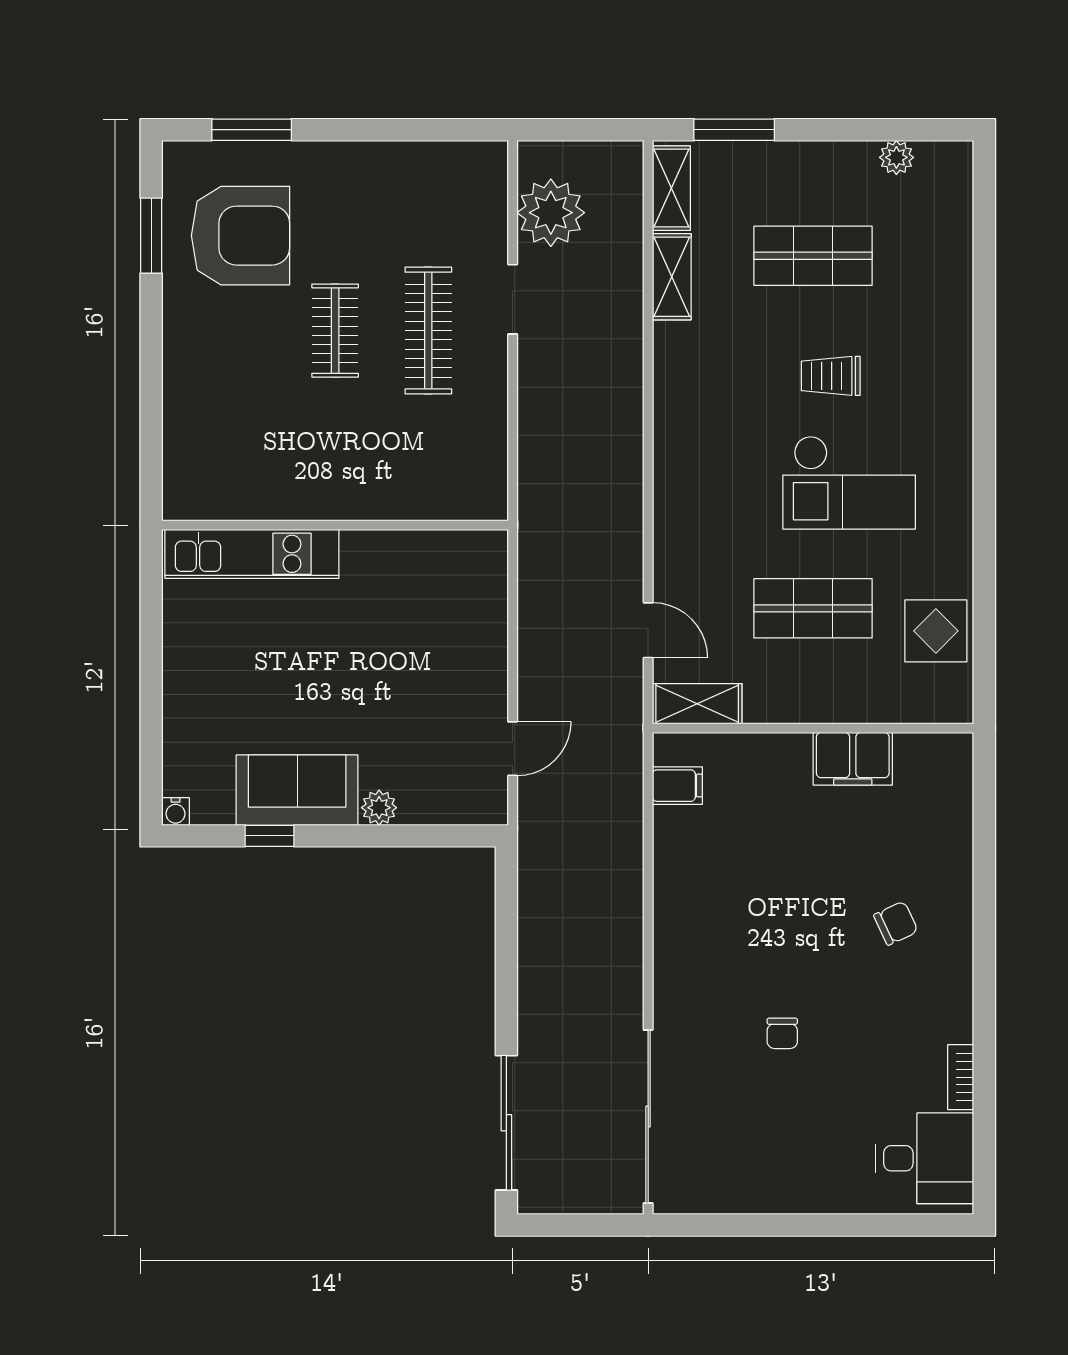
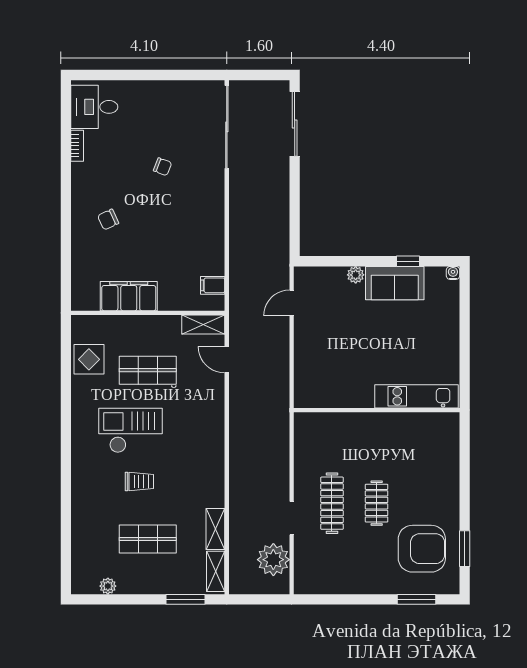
armchair: (240, 236) -> (422, 549), turned 180
filing cabinet: (853, 759) -> (129, 296), width x1.50, depth x1.17
chair: (782, 1033) -> (163, 167), turned 111

